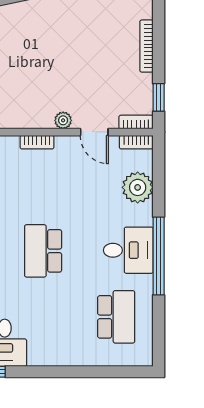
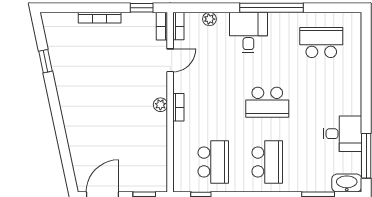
plant: (63, 120) -> (160, 105), moved
plant: (138, 187) -> (209, 19), width x0.53, depth x0.53
desk: (128, 250) -> (248, 33), moved

